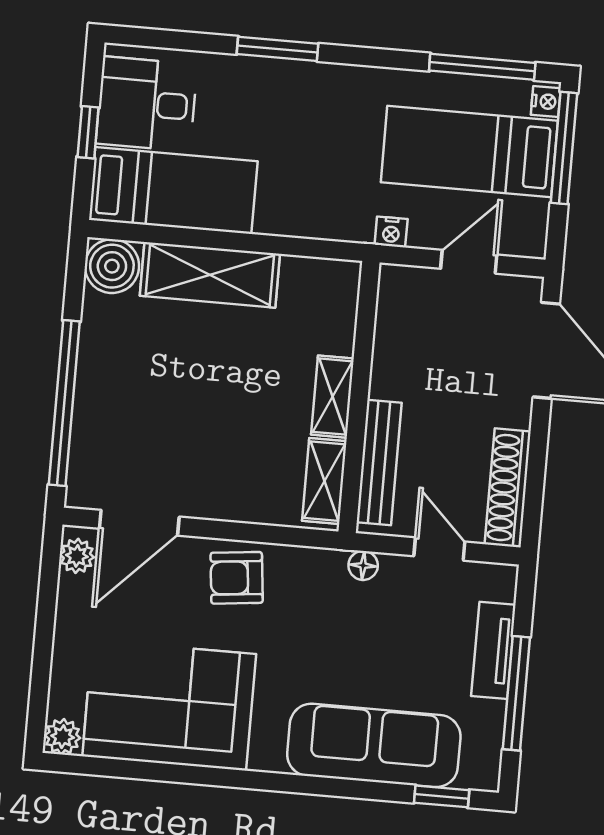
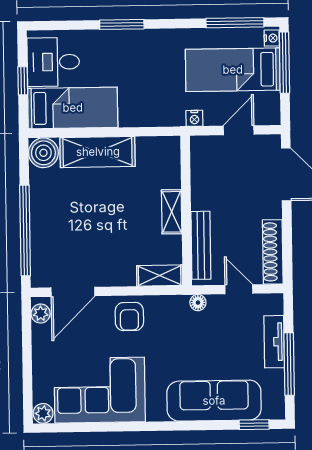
shelving: (324, 481) -> (160, 275), moved, turned 90
armchair: (237, 578) -> (129, 317), turned -84

